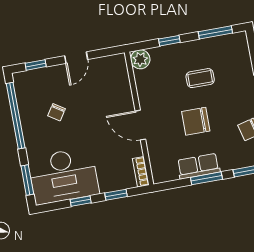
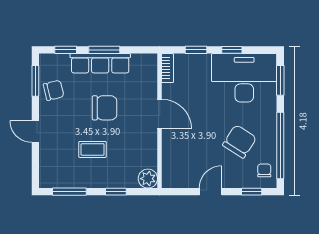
chair: (27, 88) -> (264, 170), added
chair: (57, 112) -> (240, 141), width x1.87, depth x1.87
row of seats: (198, 166) -> (100, 63), width x1.48

